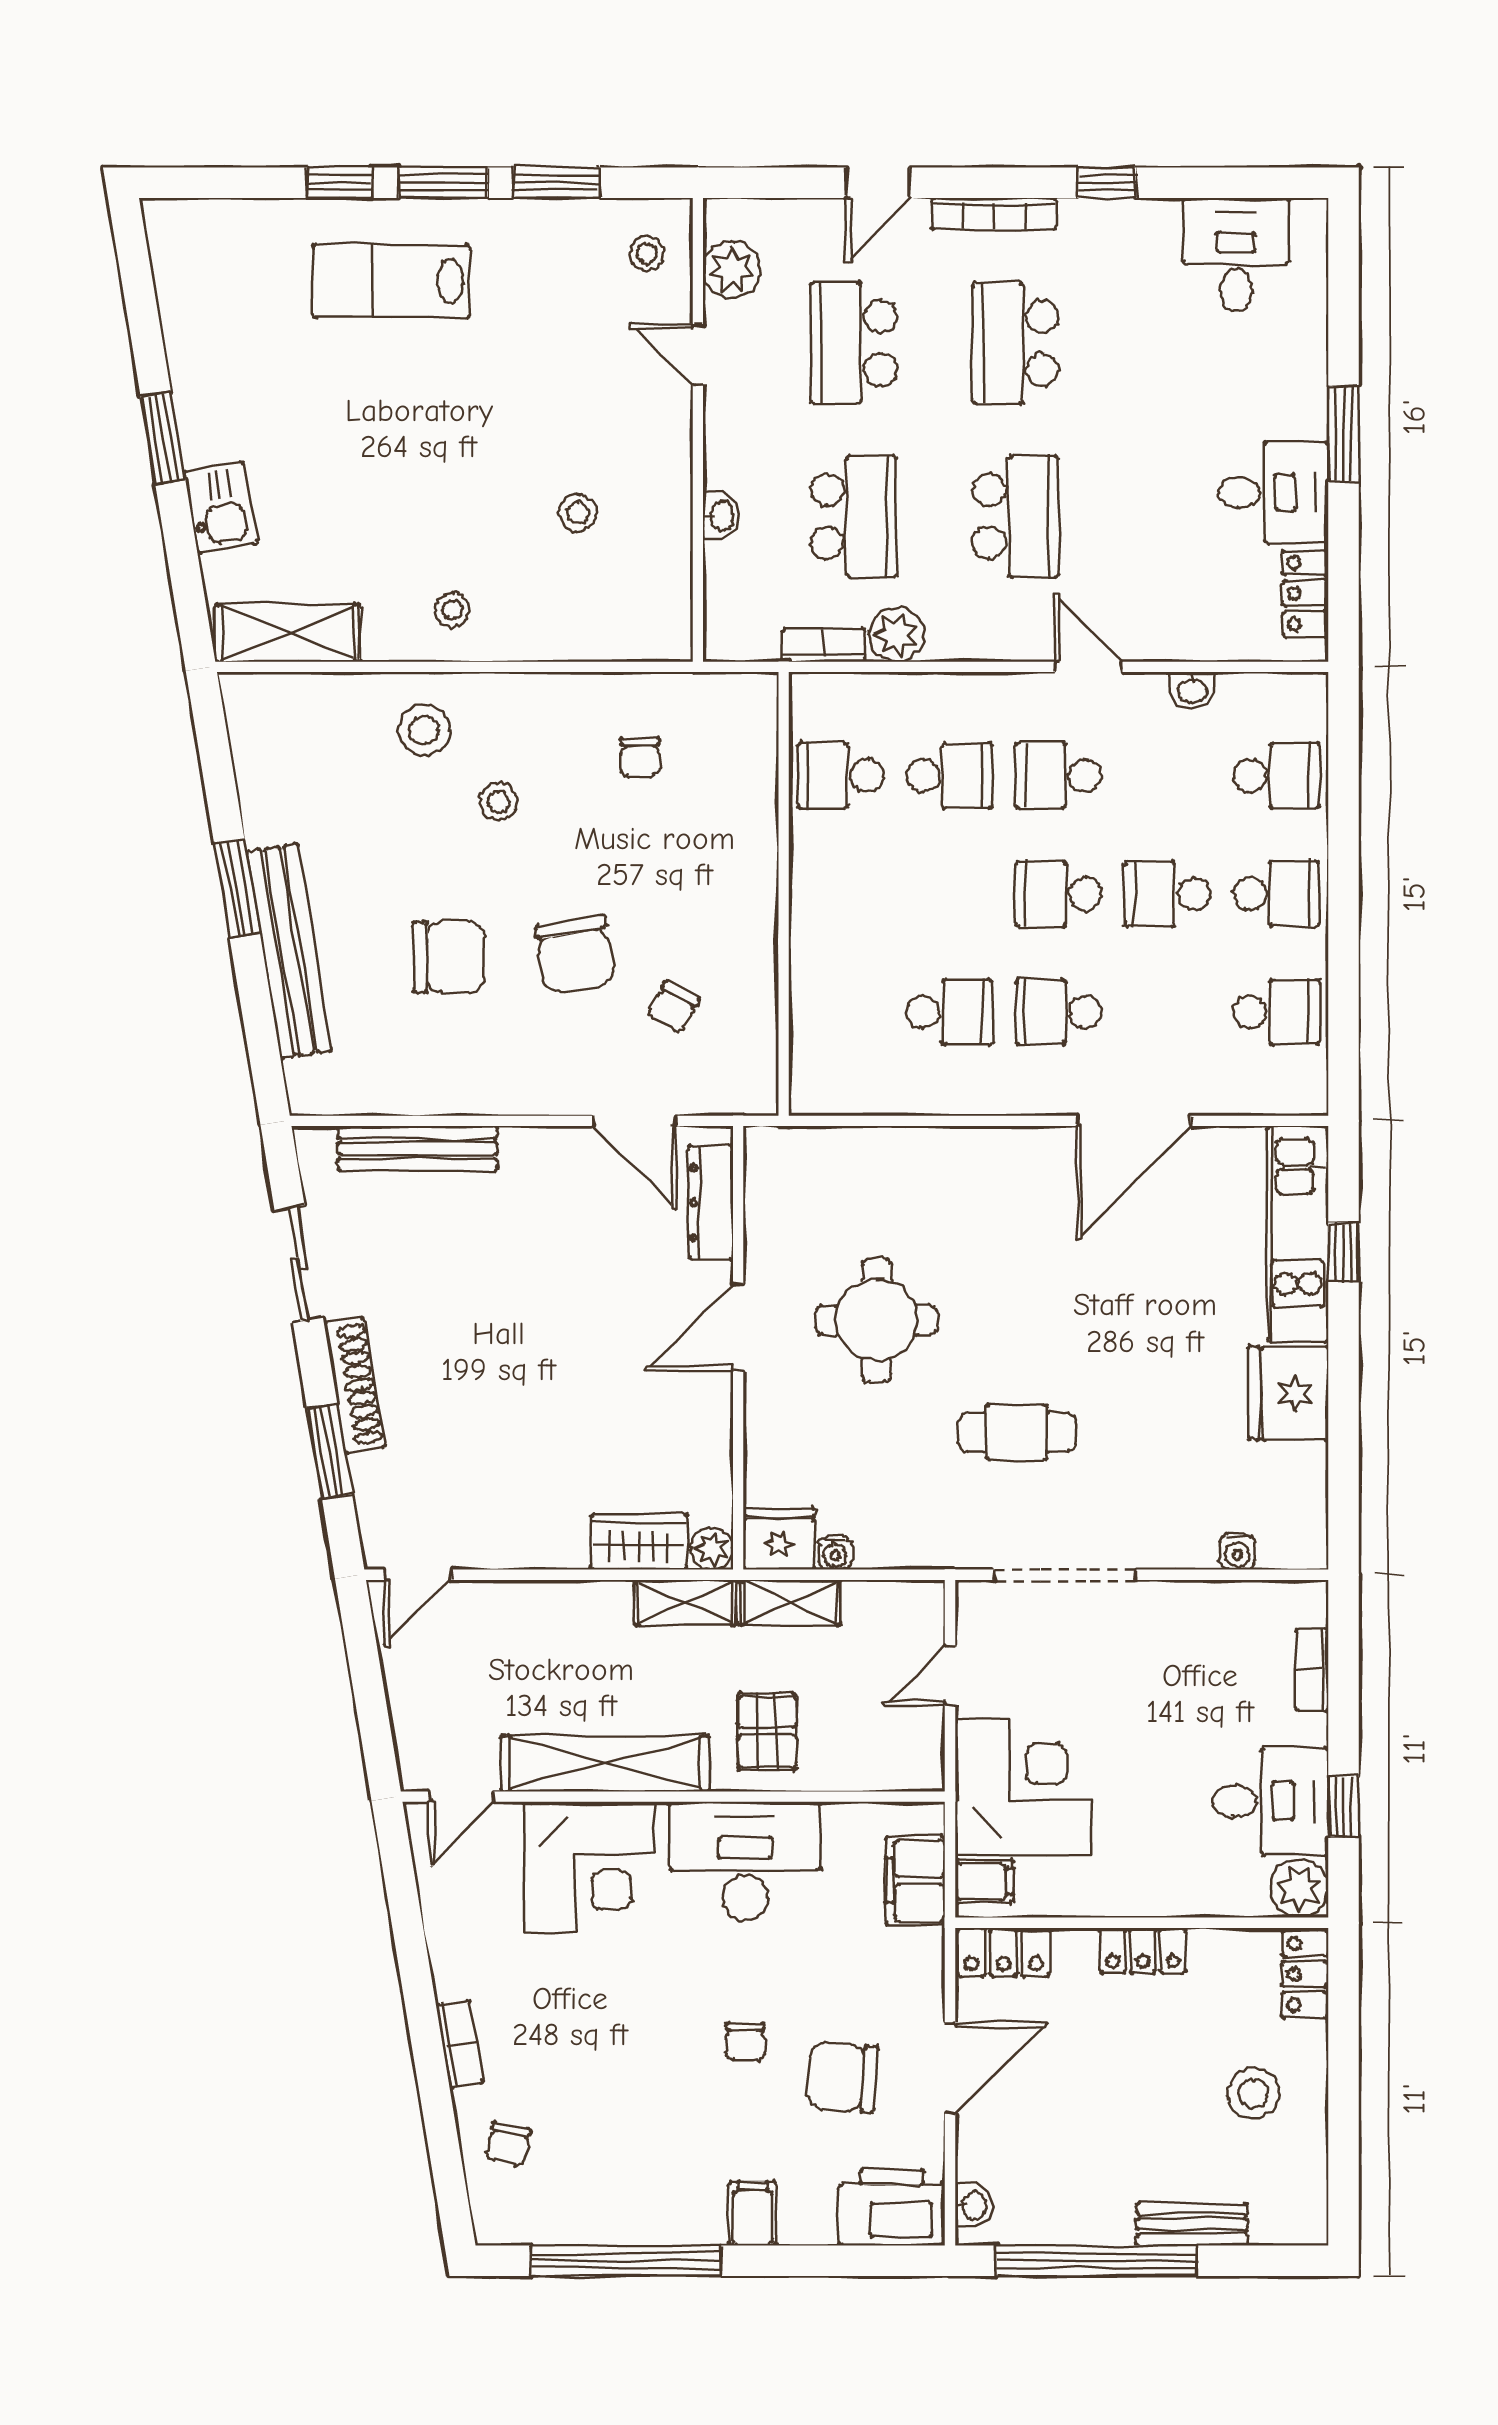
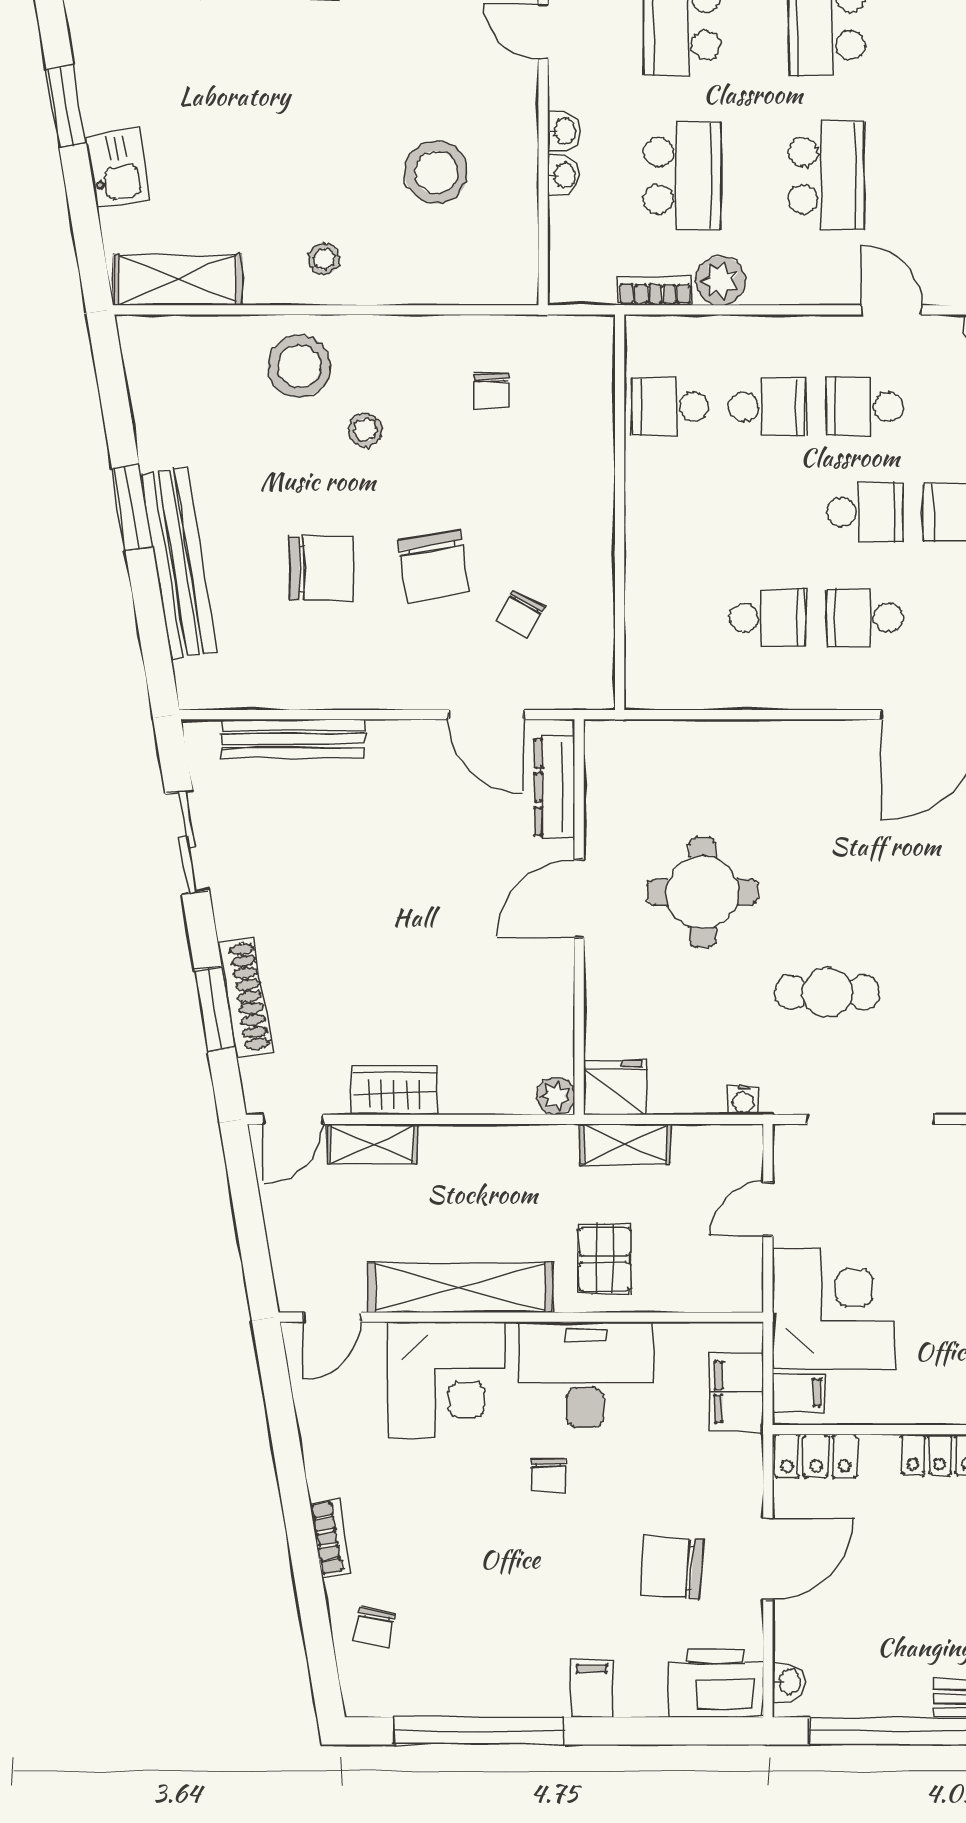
washbasin: (721, 467) -> (564, 131), added
stool: (578, 513) -> (436, 173), width x1.89, depth x1.89
stool: (424, 730) -> (299, 366), width x1.38, depth x1.38
school desk: (1058, 894) -> (865, 512), turned 180
shoe rack: (355, 1385) -> (245, 997), moved
wardrobe: (639, 1542) -> (395, 1090), moved
water cooler: (835, 1553) -> (743, 1100), moved
shelving: (685, 1603) -> (372, 1144), moved
chair: (745, 2041) -> (548, 1475), moved

